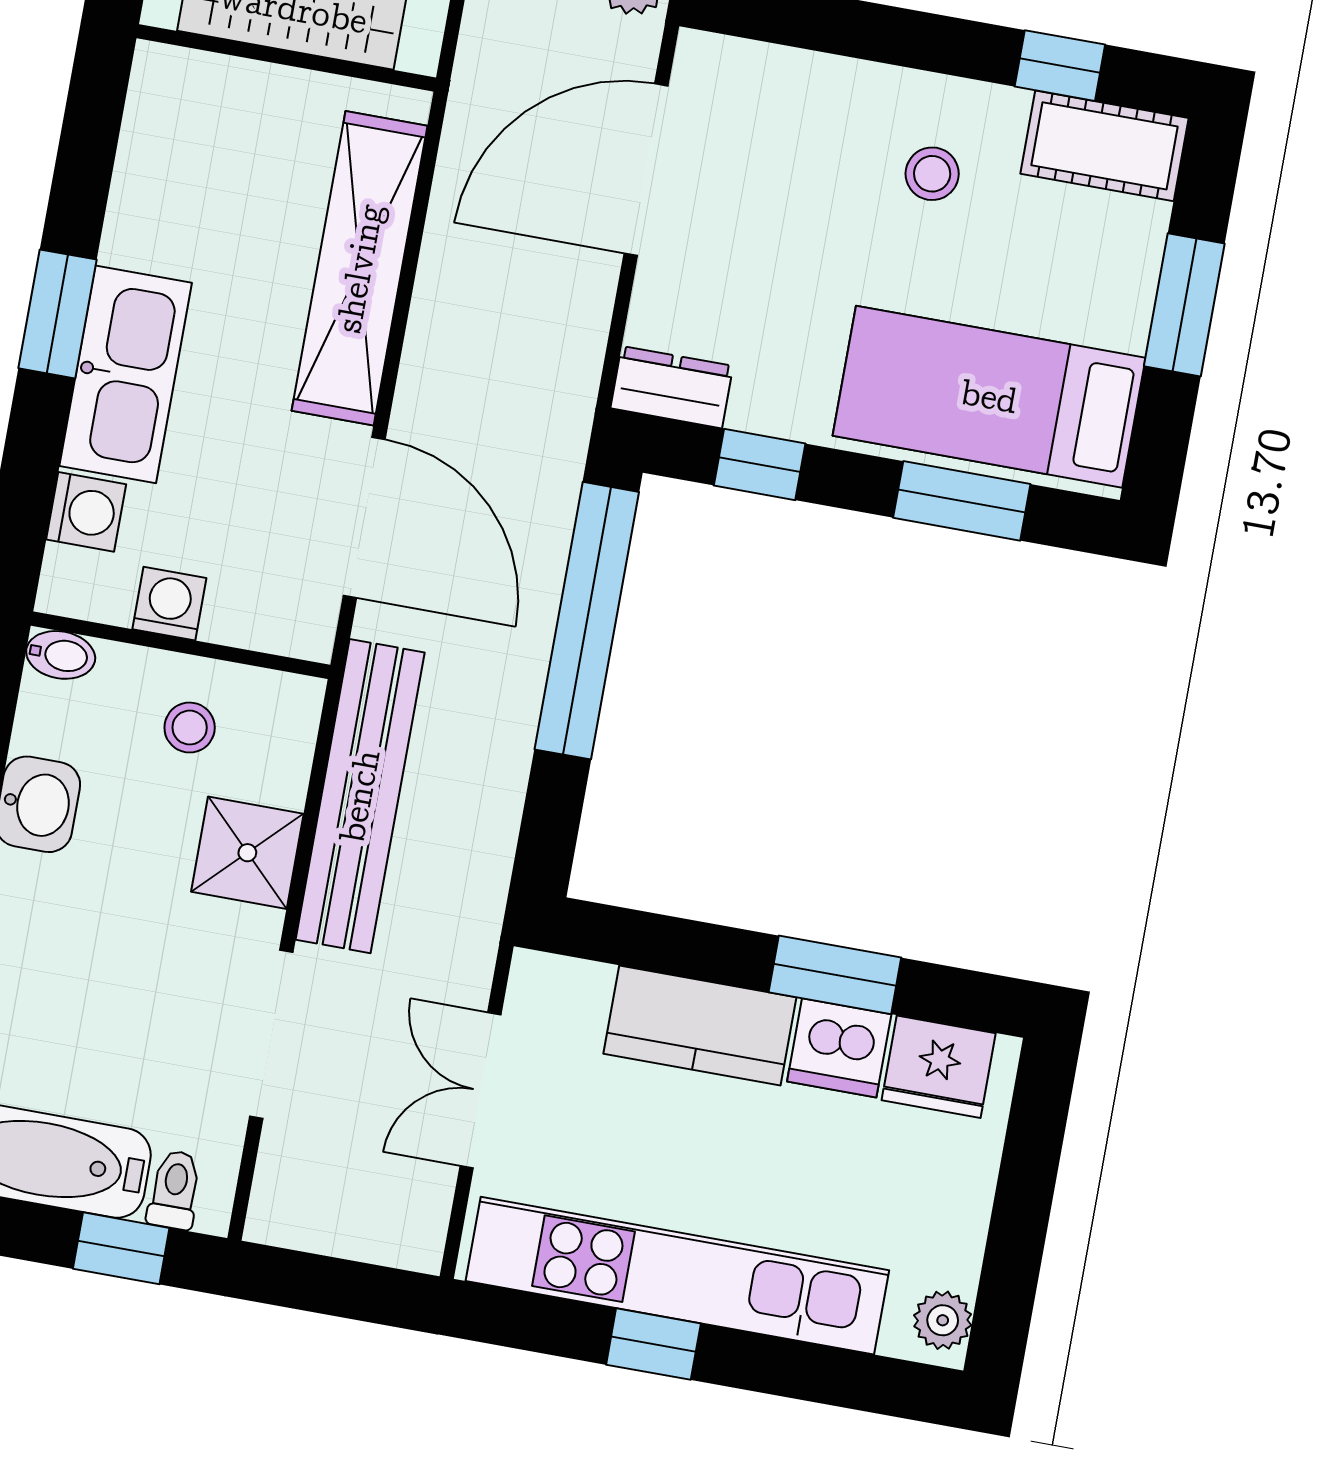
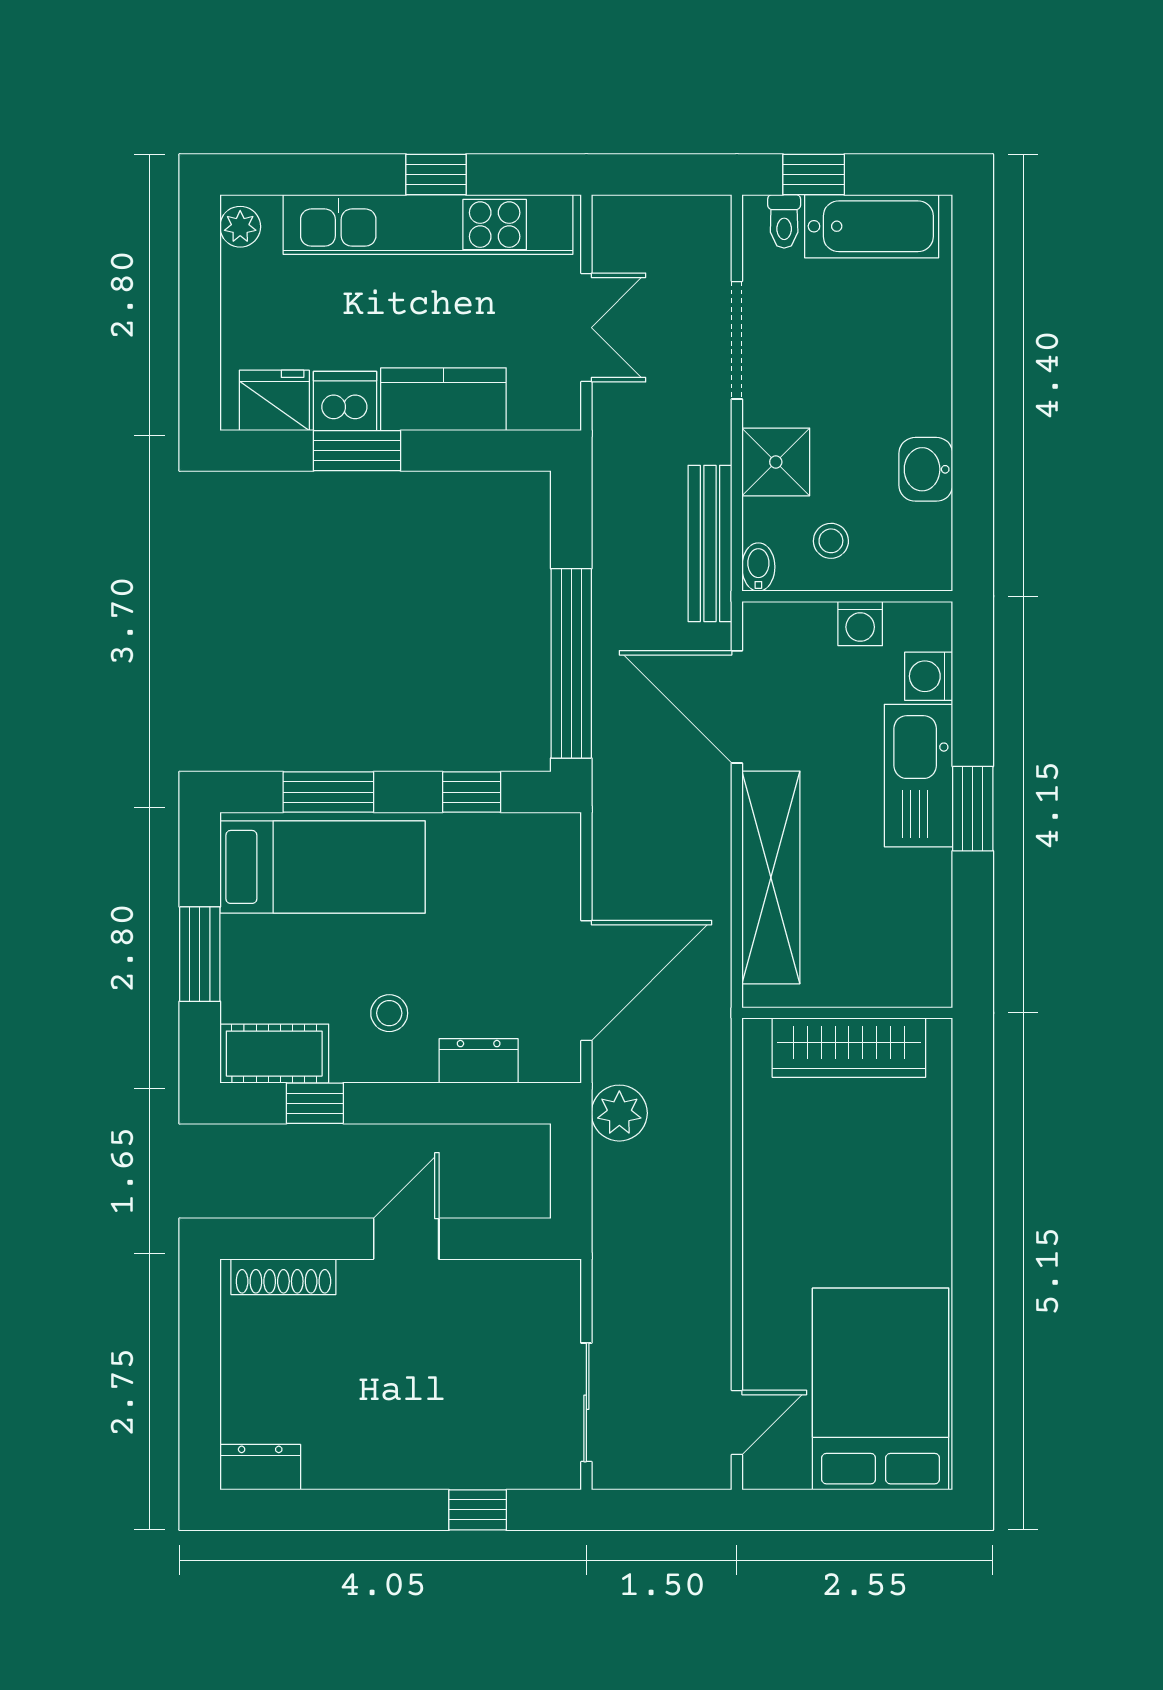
dresser: (672, 387) -> (479, 1061), moved, turned 180
bidet: (61, 655) -> (758, 567), moved, turned 90
bench: (360, 796) -> (710, 543), width x0.73, depth x0.82

